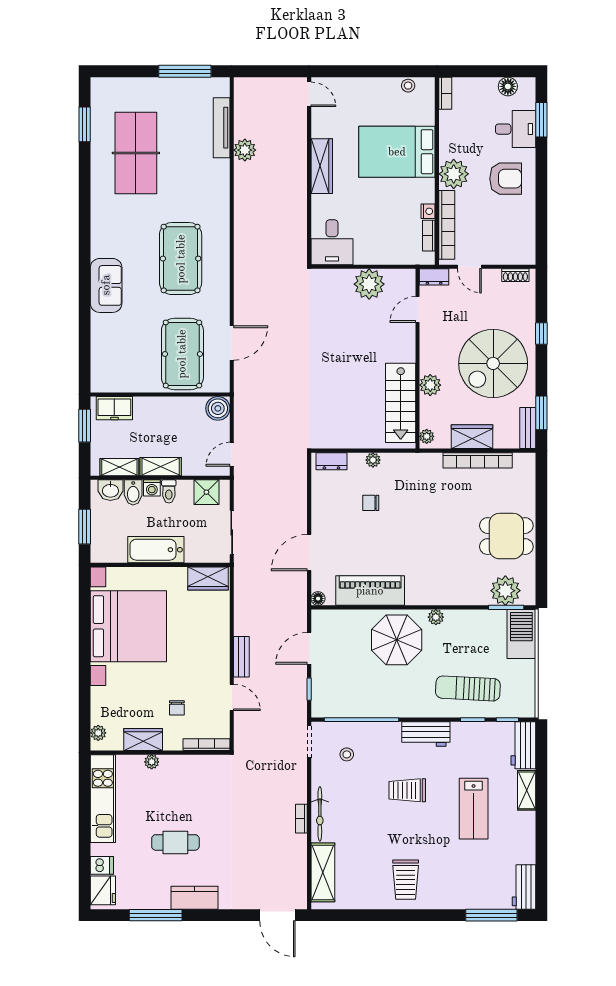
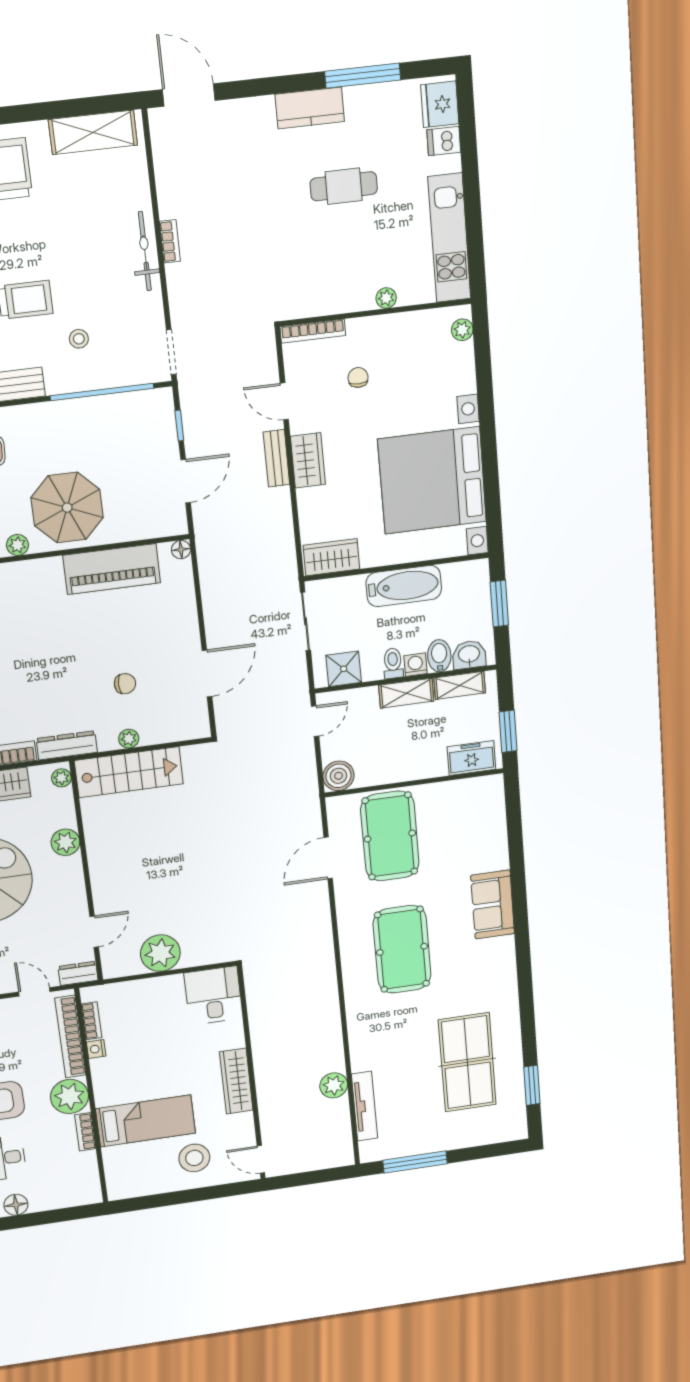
stool: (408, 86) -> (194, 1158), moved, width x1.89, depth x1.89
bookcase: (445, 93) -> (85, 1132), moved
bed: (397, 152) -> (146, 1121), width x0.67
stairs: (401, 403) -> (129, 772), moved, turned 90
dresser: (331, 461) -> (67, 745), moved, width x1.44
door: (309, 553) -> (207, 674), moved
wardrobe: (143, 740) -> (308, 460), moved, turned -90
stool: (347, 754) -> (79, 339), moved
shelving: (323, 872) -> (93, 132), moved, turned 90

